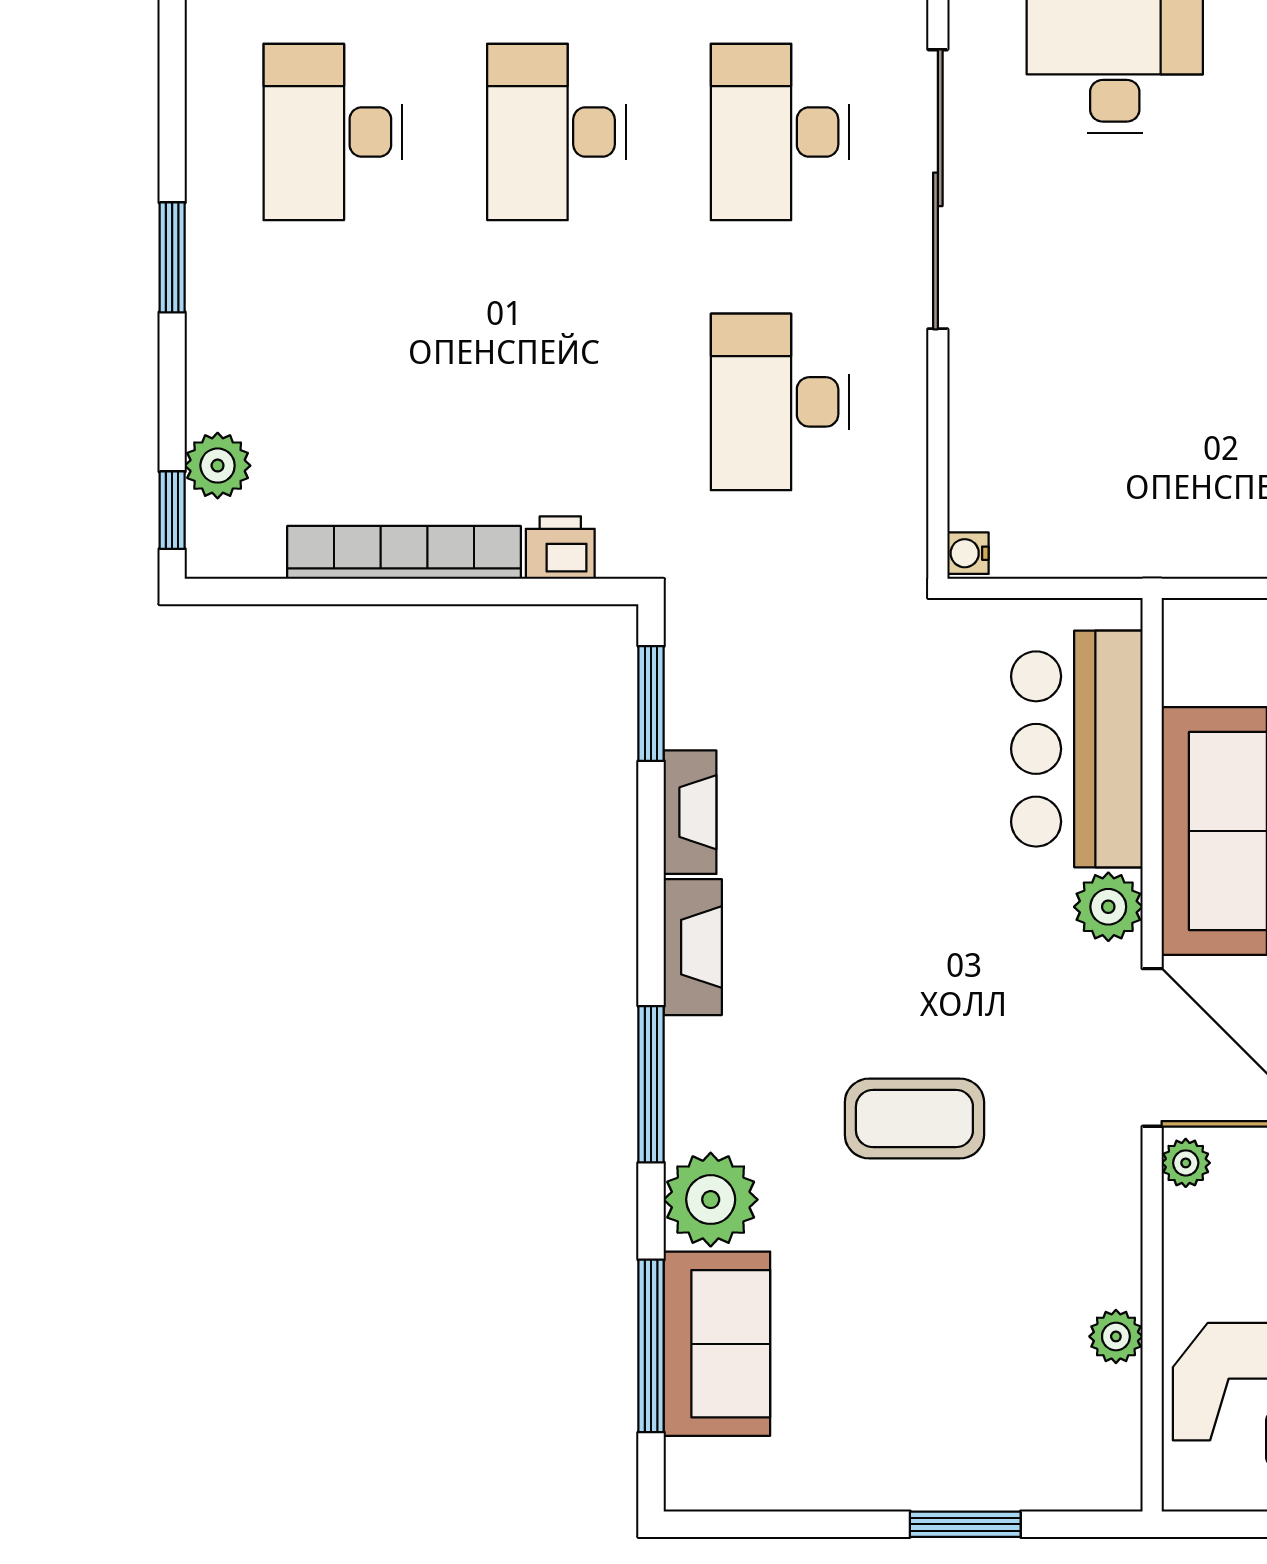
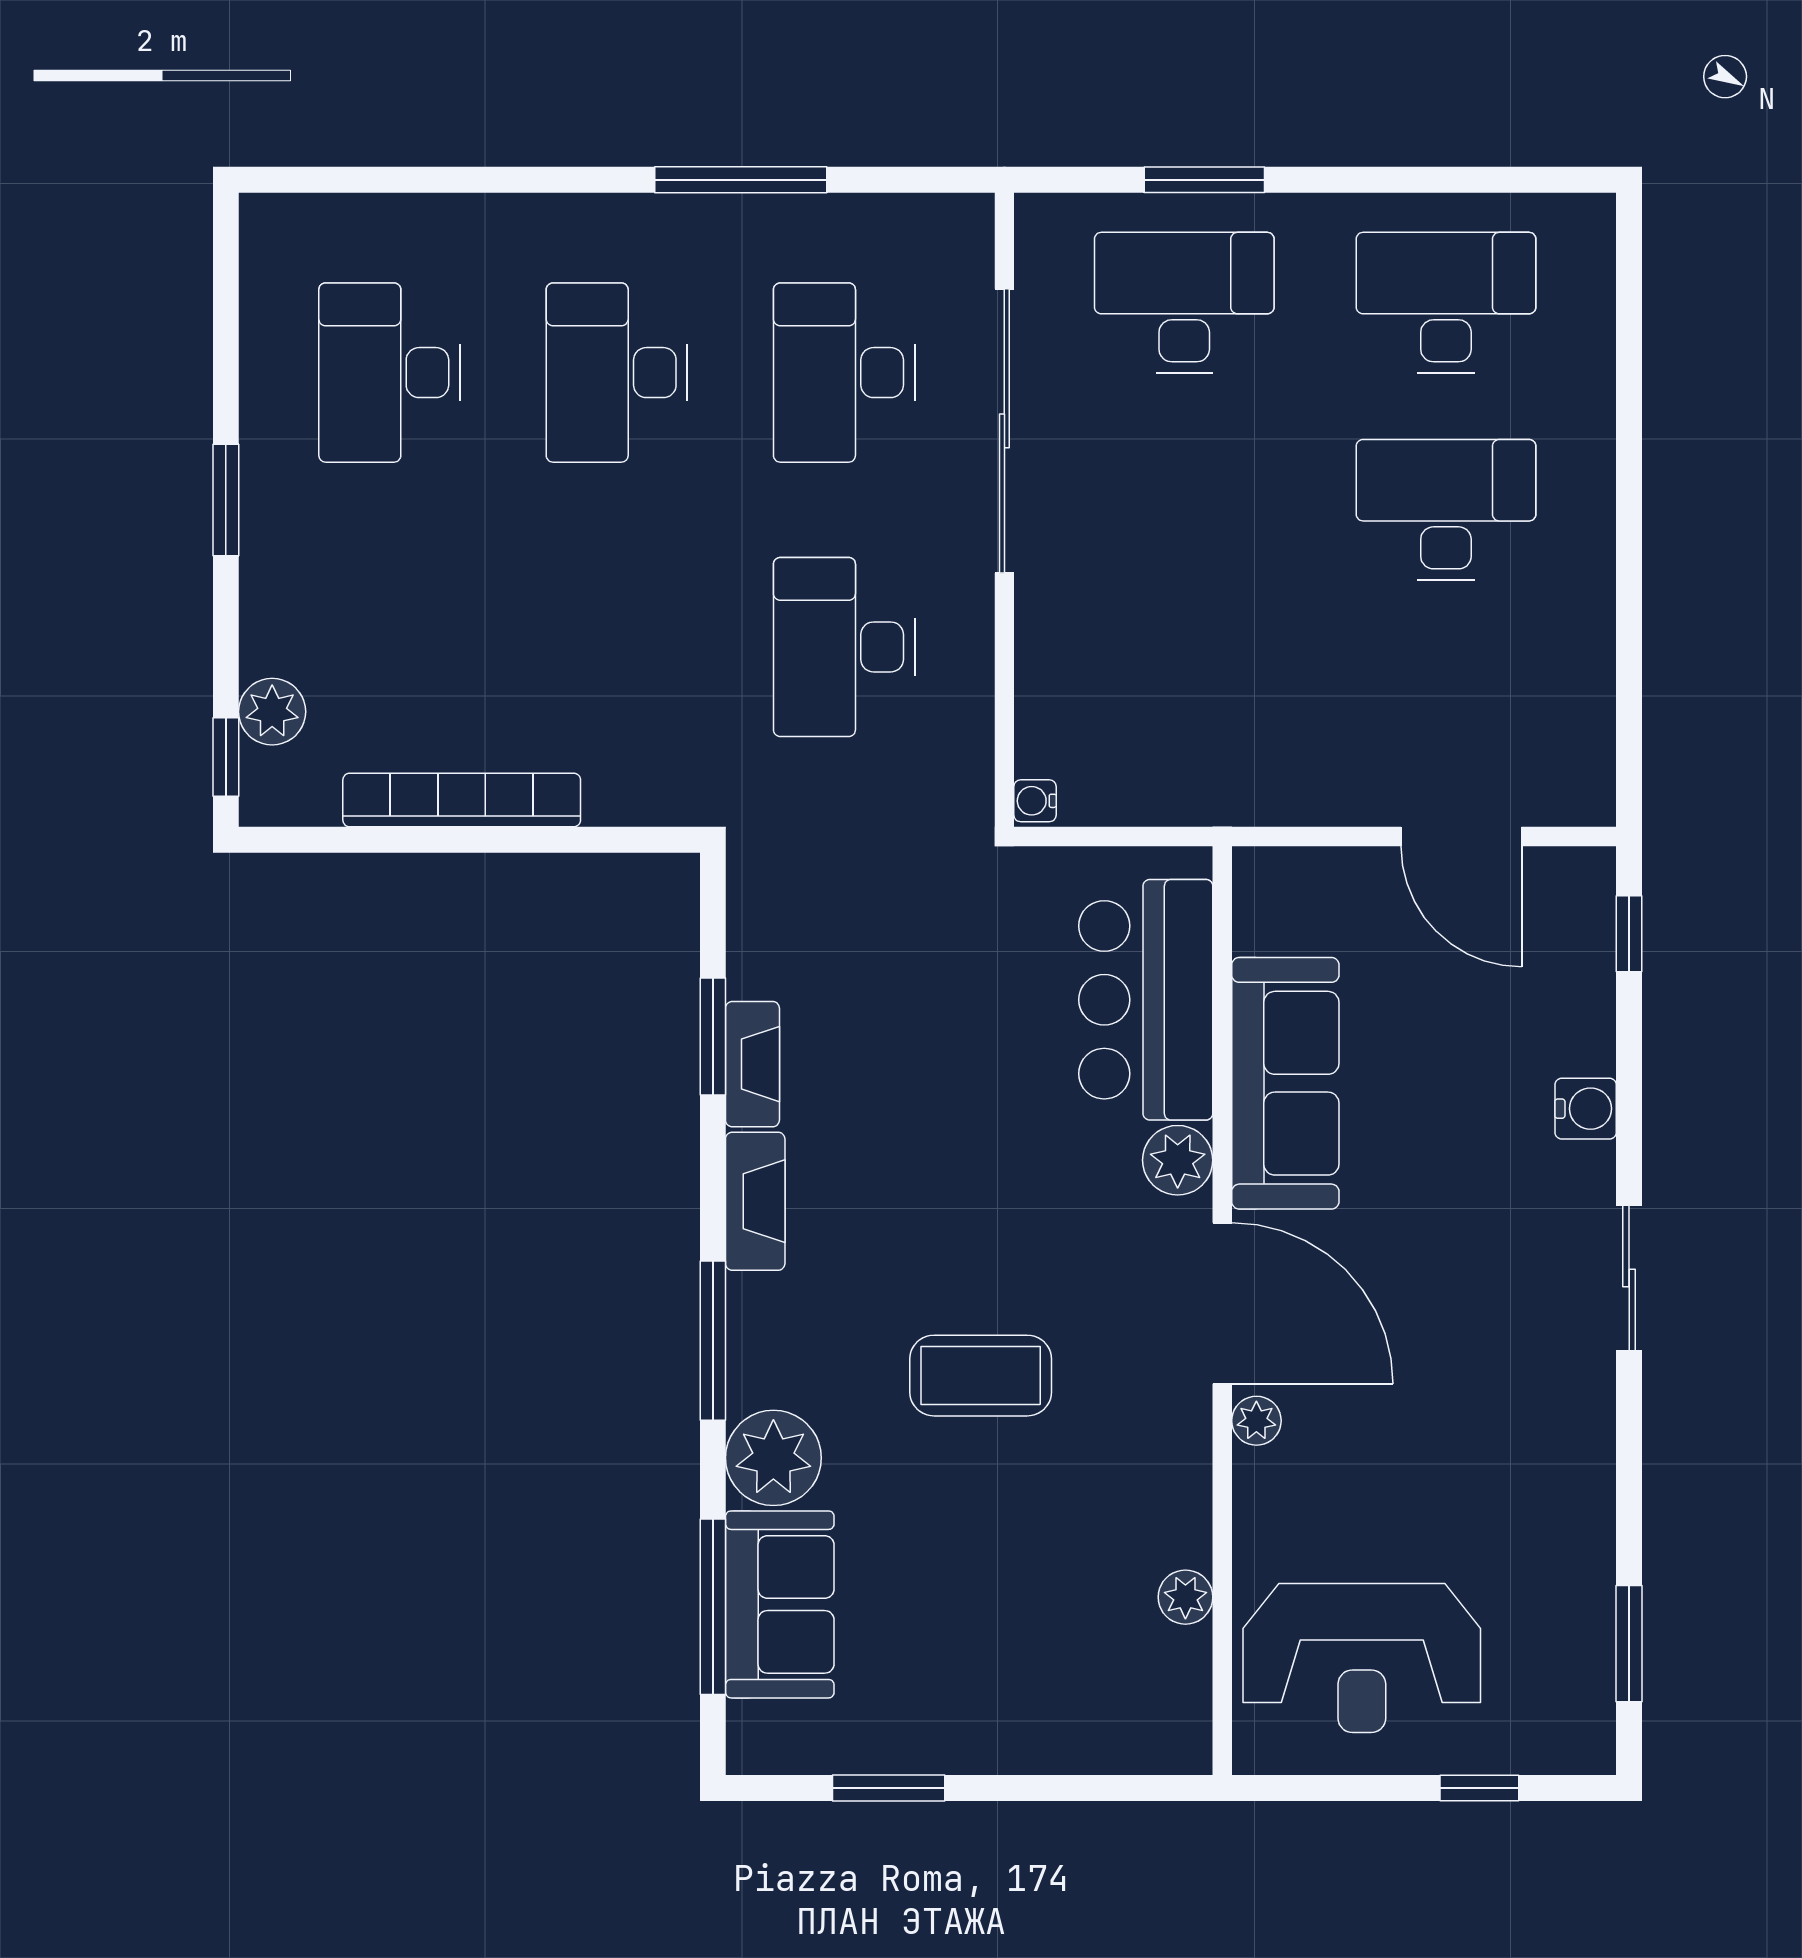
printer: (560, 548) -> (621, 795), removed
window: (651, 703) -> (713, 1036), moved
window: (965, 1524) -> (889, 1788), moved

